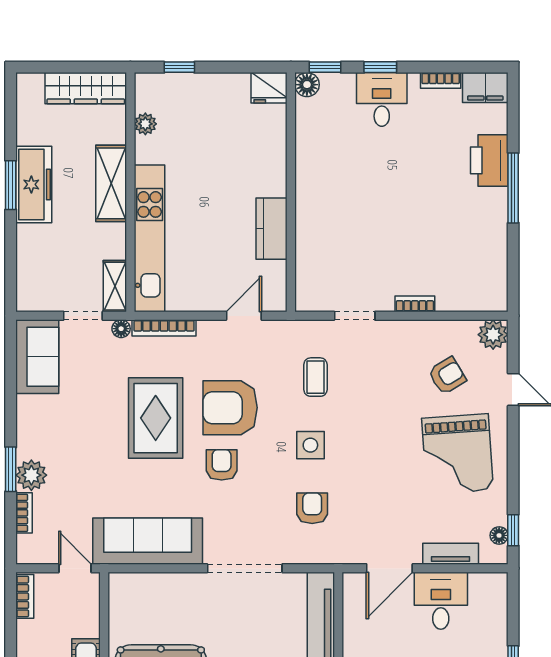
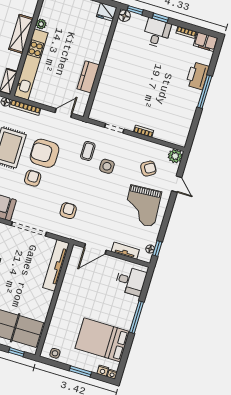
plant: (145, 124) -> (41, 24), moved
side table: (310, 445) -> (107, 166), moved
desk: (441, 601) -> (131, 281), moved, turned 90

